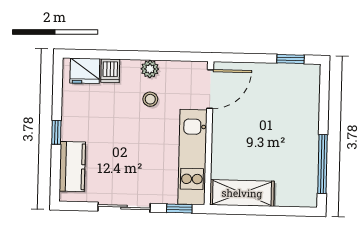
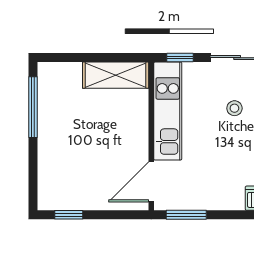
window: (177, 56) -> (186, 215), added
plant: (150, 69) -> (214, 201), removed
stool: (150, 99) -> (234, 108), moved

